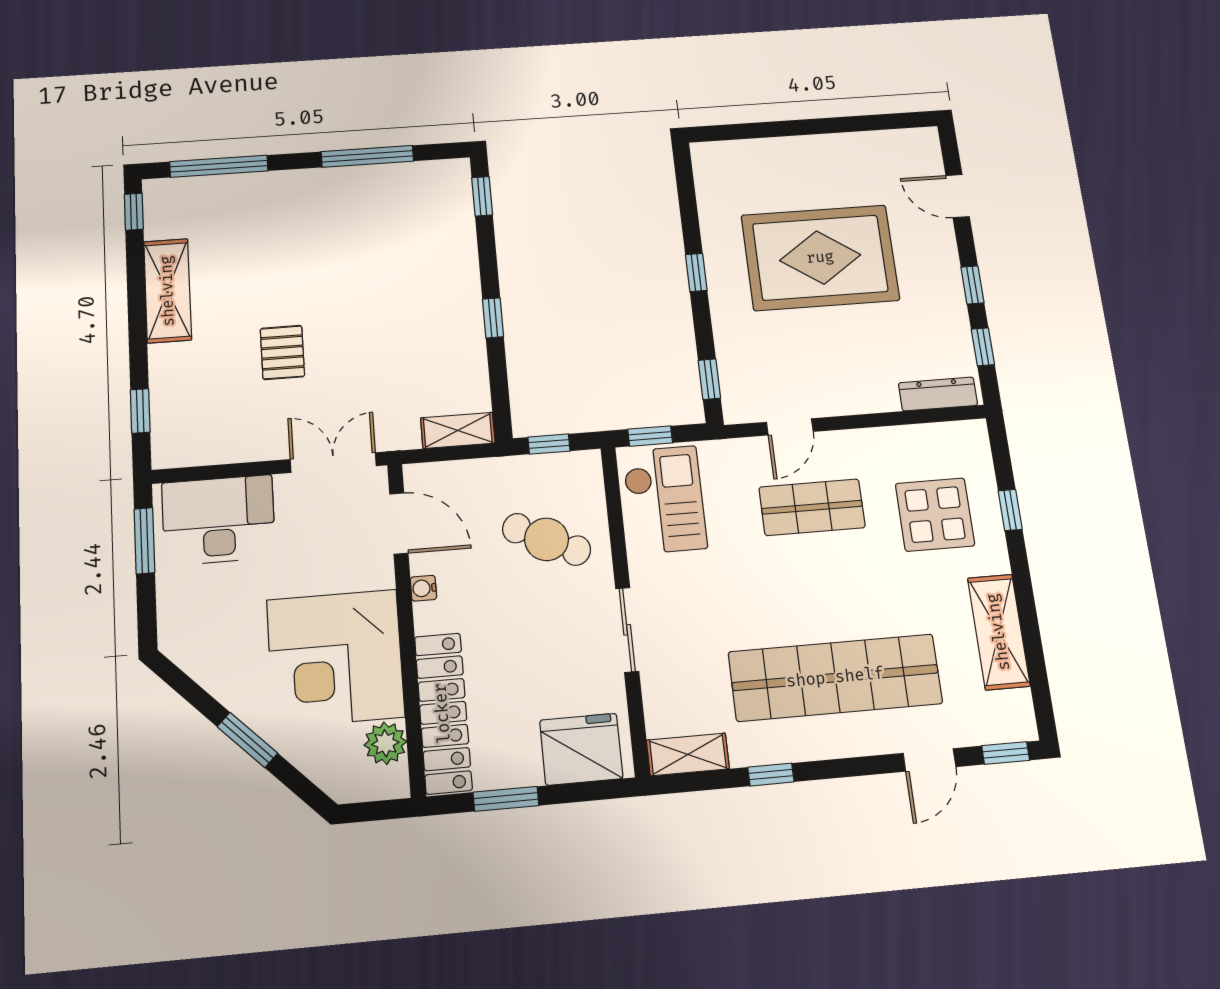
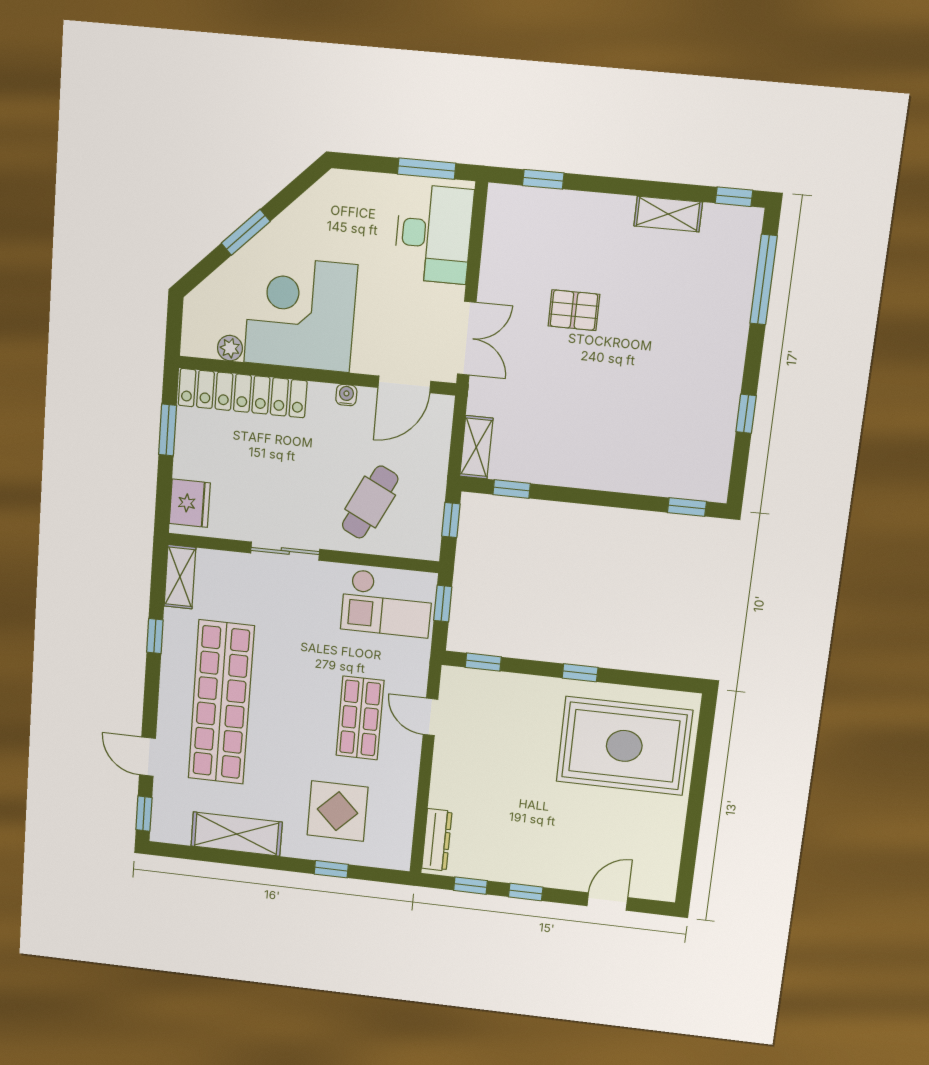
window: (367, 156) -> (746, 414), width x0.46
rug: (820, 258) -> (624, 746), moved, turned 90
shelving: (168, 291) -> (668, 214), width x0.67, depth x0.75
window: (493, 318) -> (512, 489), moved
plant: (385, 743) -> (230, 348), width x0.73, depth x0.73
fridge: (581, 749) -> (190, 503), width x0.73, depth x0.75

